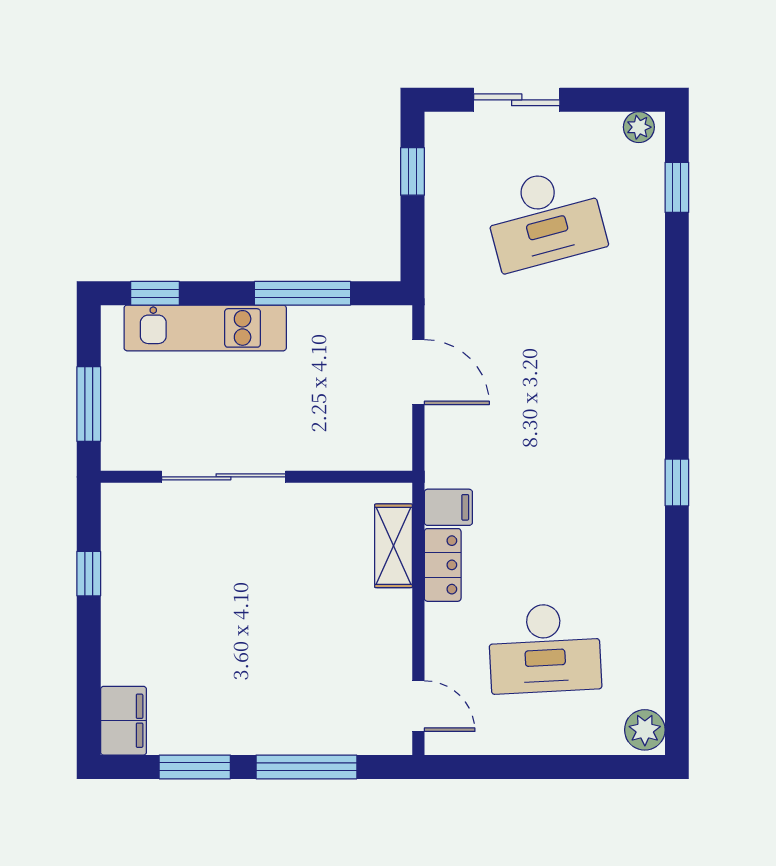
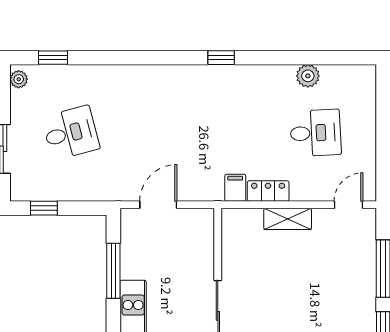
desk: (545, 219) -> (71, 133), width x0.73
shelving: (394, 546) -> (288, 219), moved
desk: (545, 648) -> (316, 133), width x0.73
plant: (645, 730) -> (308, 76), moved

